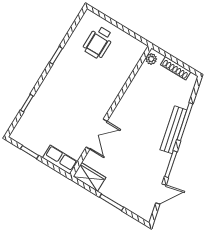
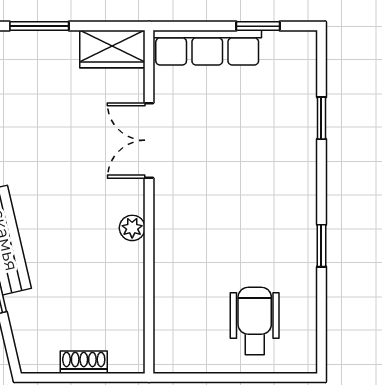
plant: (151, 59) -> (132, 228), moved
shoe rack: (176, 68) -> (84, 362), width x0.70
row of seats: (60, 160) -> (207, 48), width x1.48

